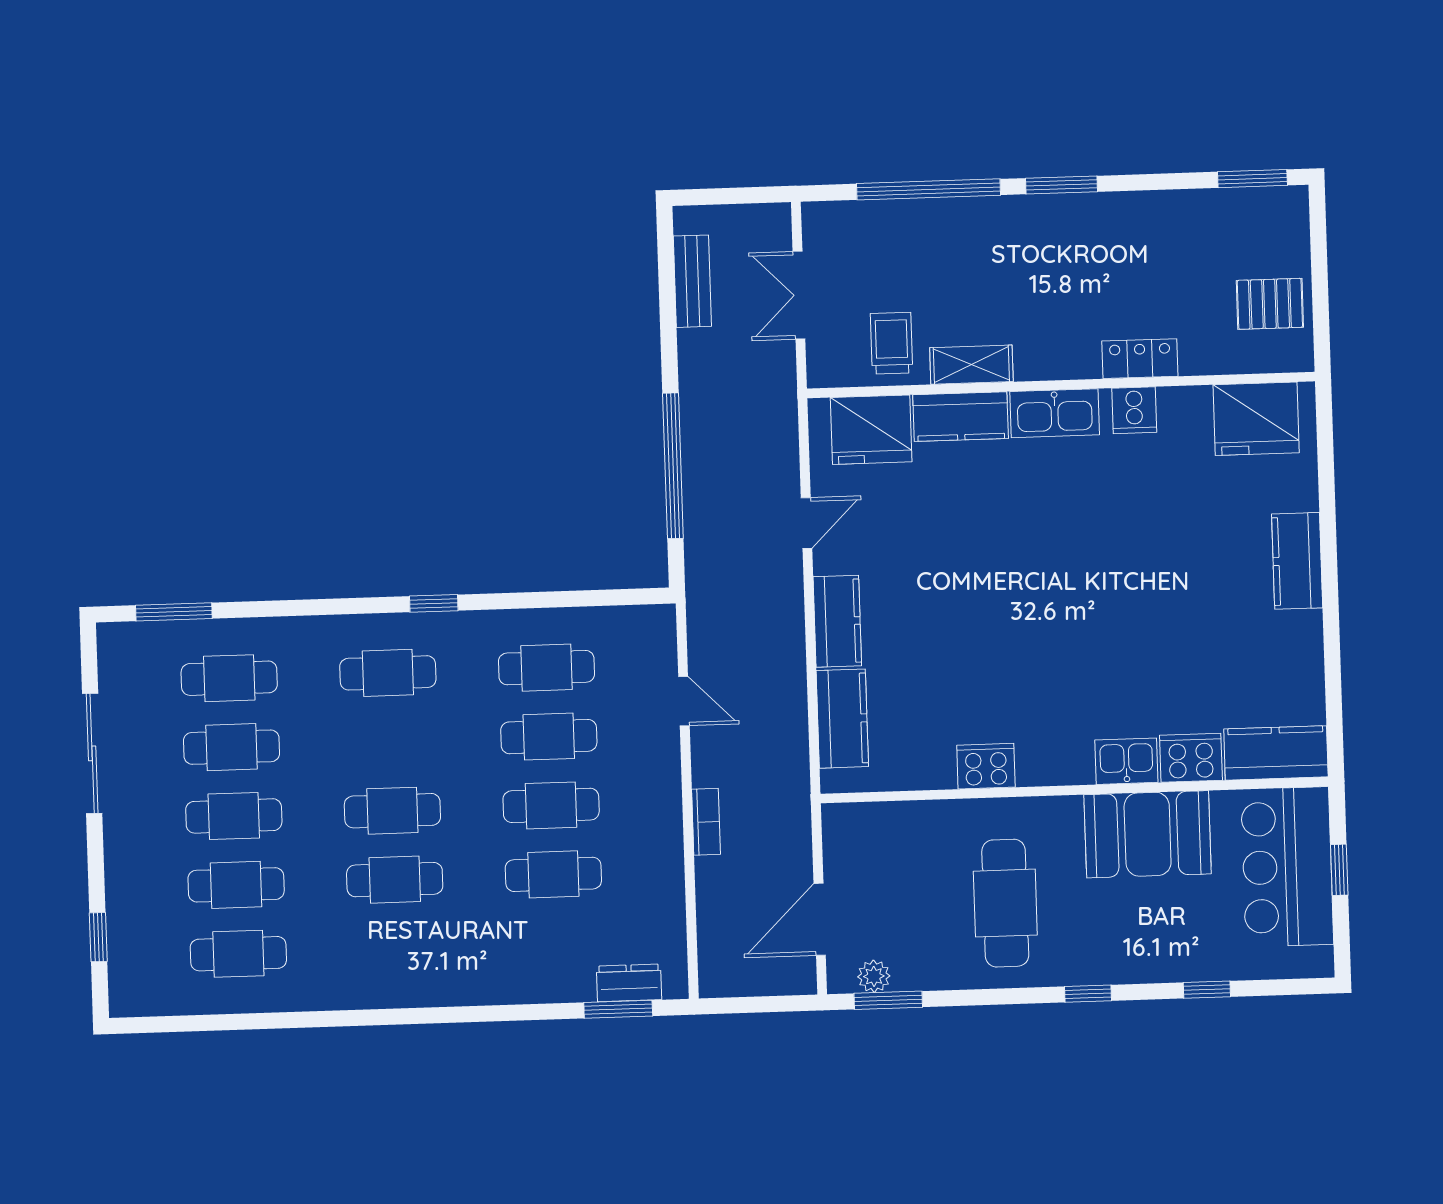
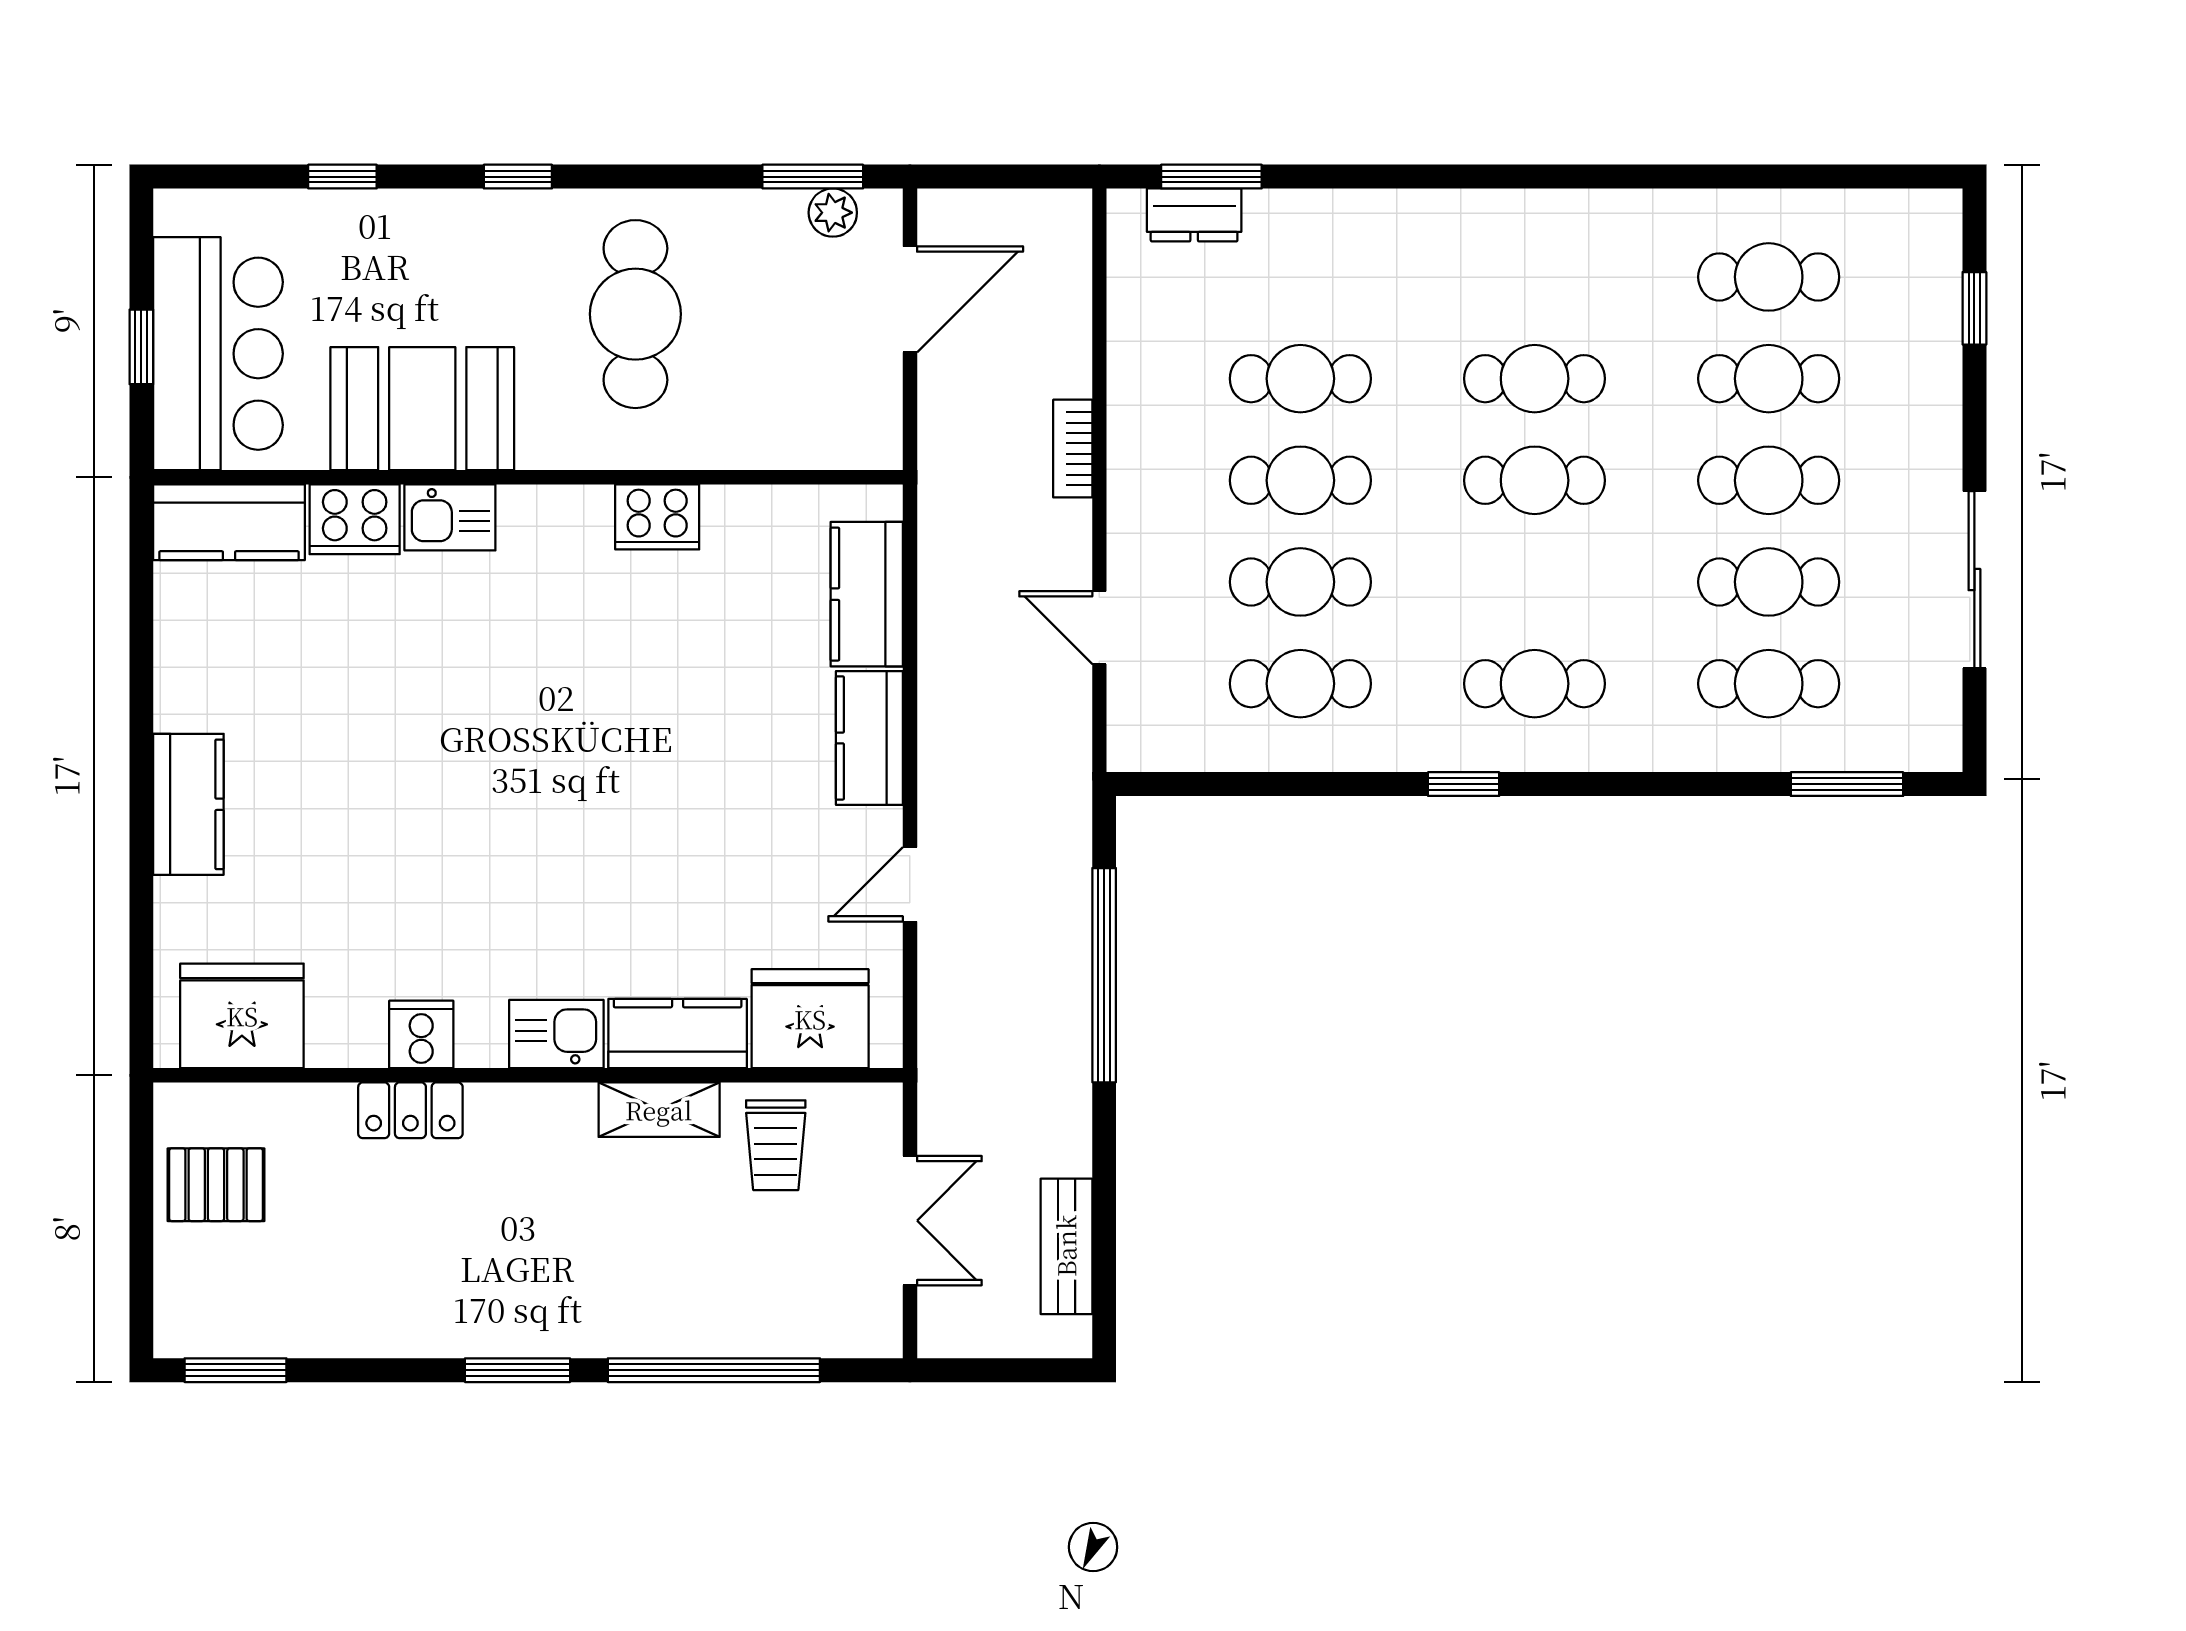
kitchen sink: (1055, 413) -> (556, 1034), width x0.73

